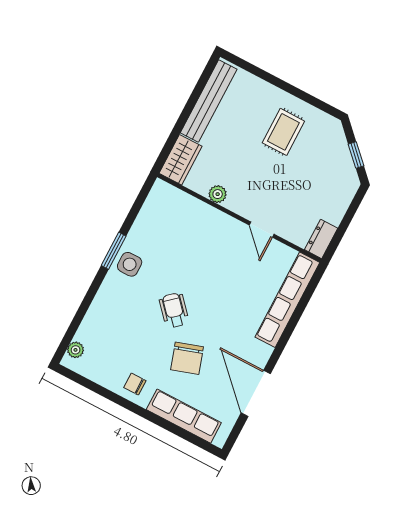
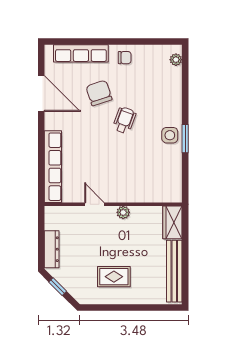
rug: (283, 132) -> (114, 277), turned 90
plant: (218, 194) -> (123, 212), moved
dresser: (321, 239) -> (52, 249), moved, width x1.44
wheelchair: (174, 310) -> (124, 120), turned -118

